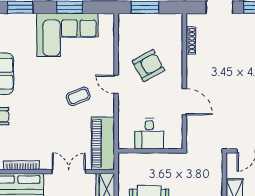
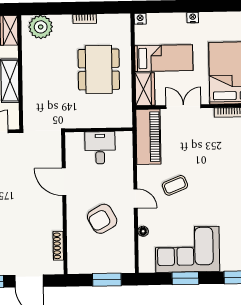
floor lamp: (109, 53) -> (143, 231), added
double door: (69, 172) -> (183, 107), swing flipped

